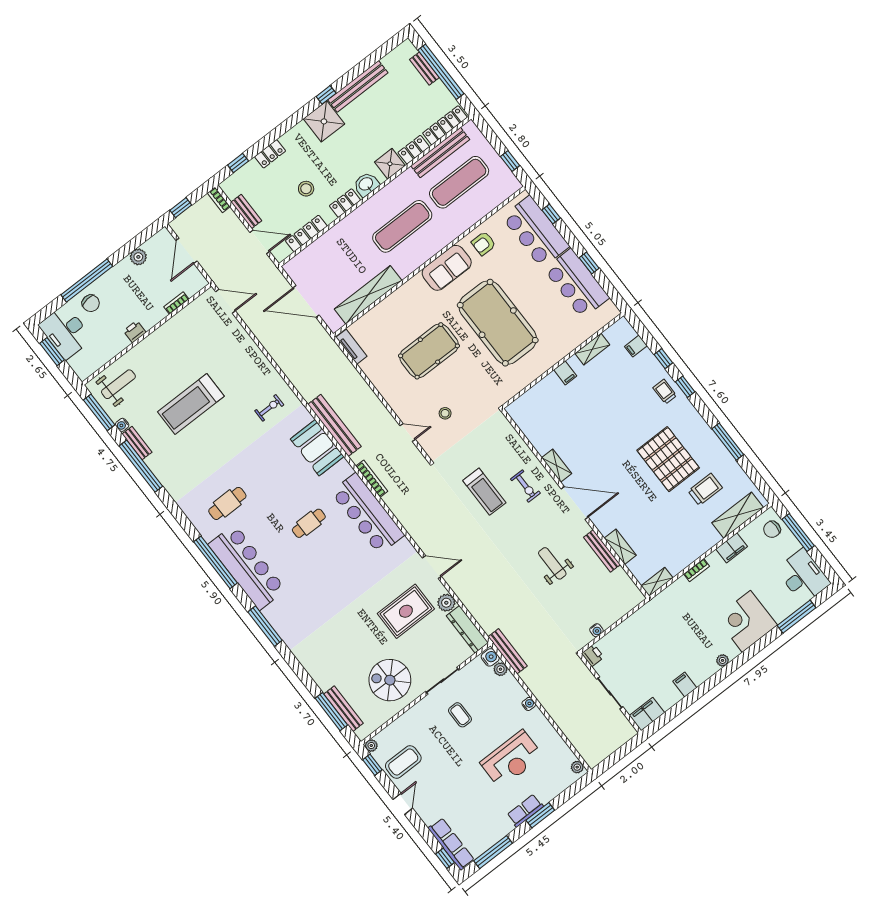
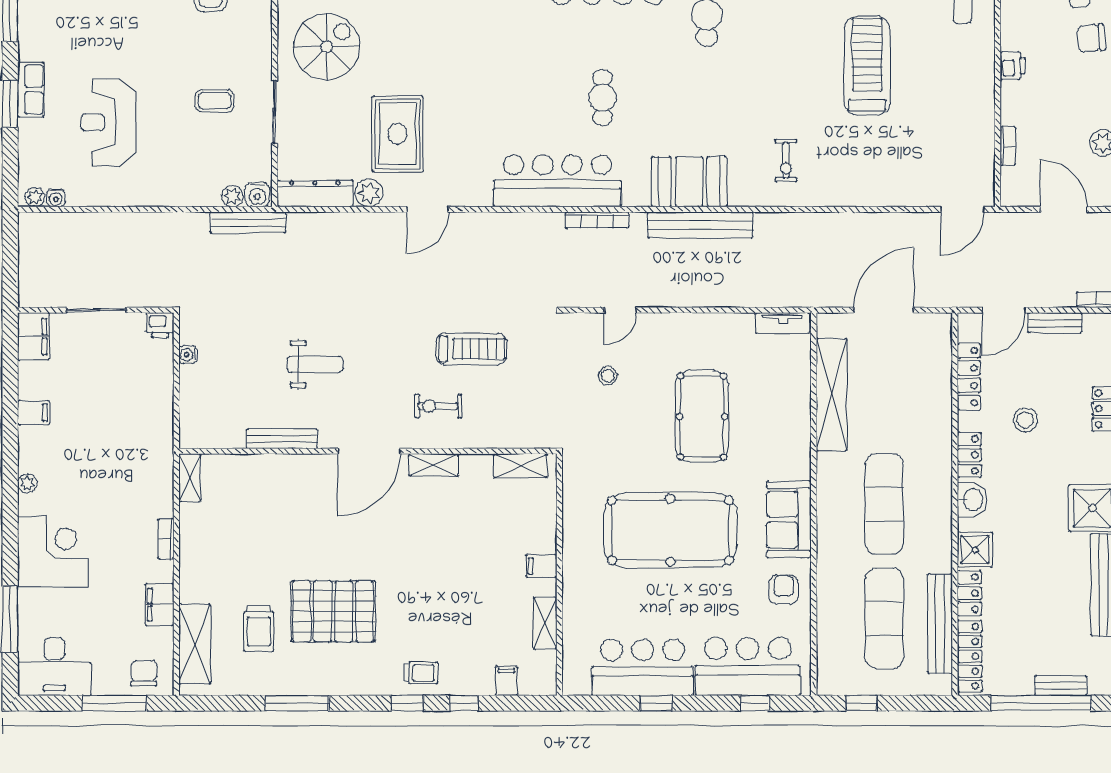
treadmill: (484, 492) -> (471, 349), turned 180
shelving: (620, 547) -> (520, 466), moved
water cooler: (529, 704) -> (56, 198), moved

